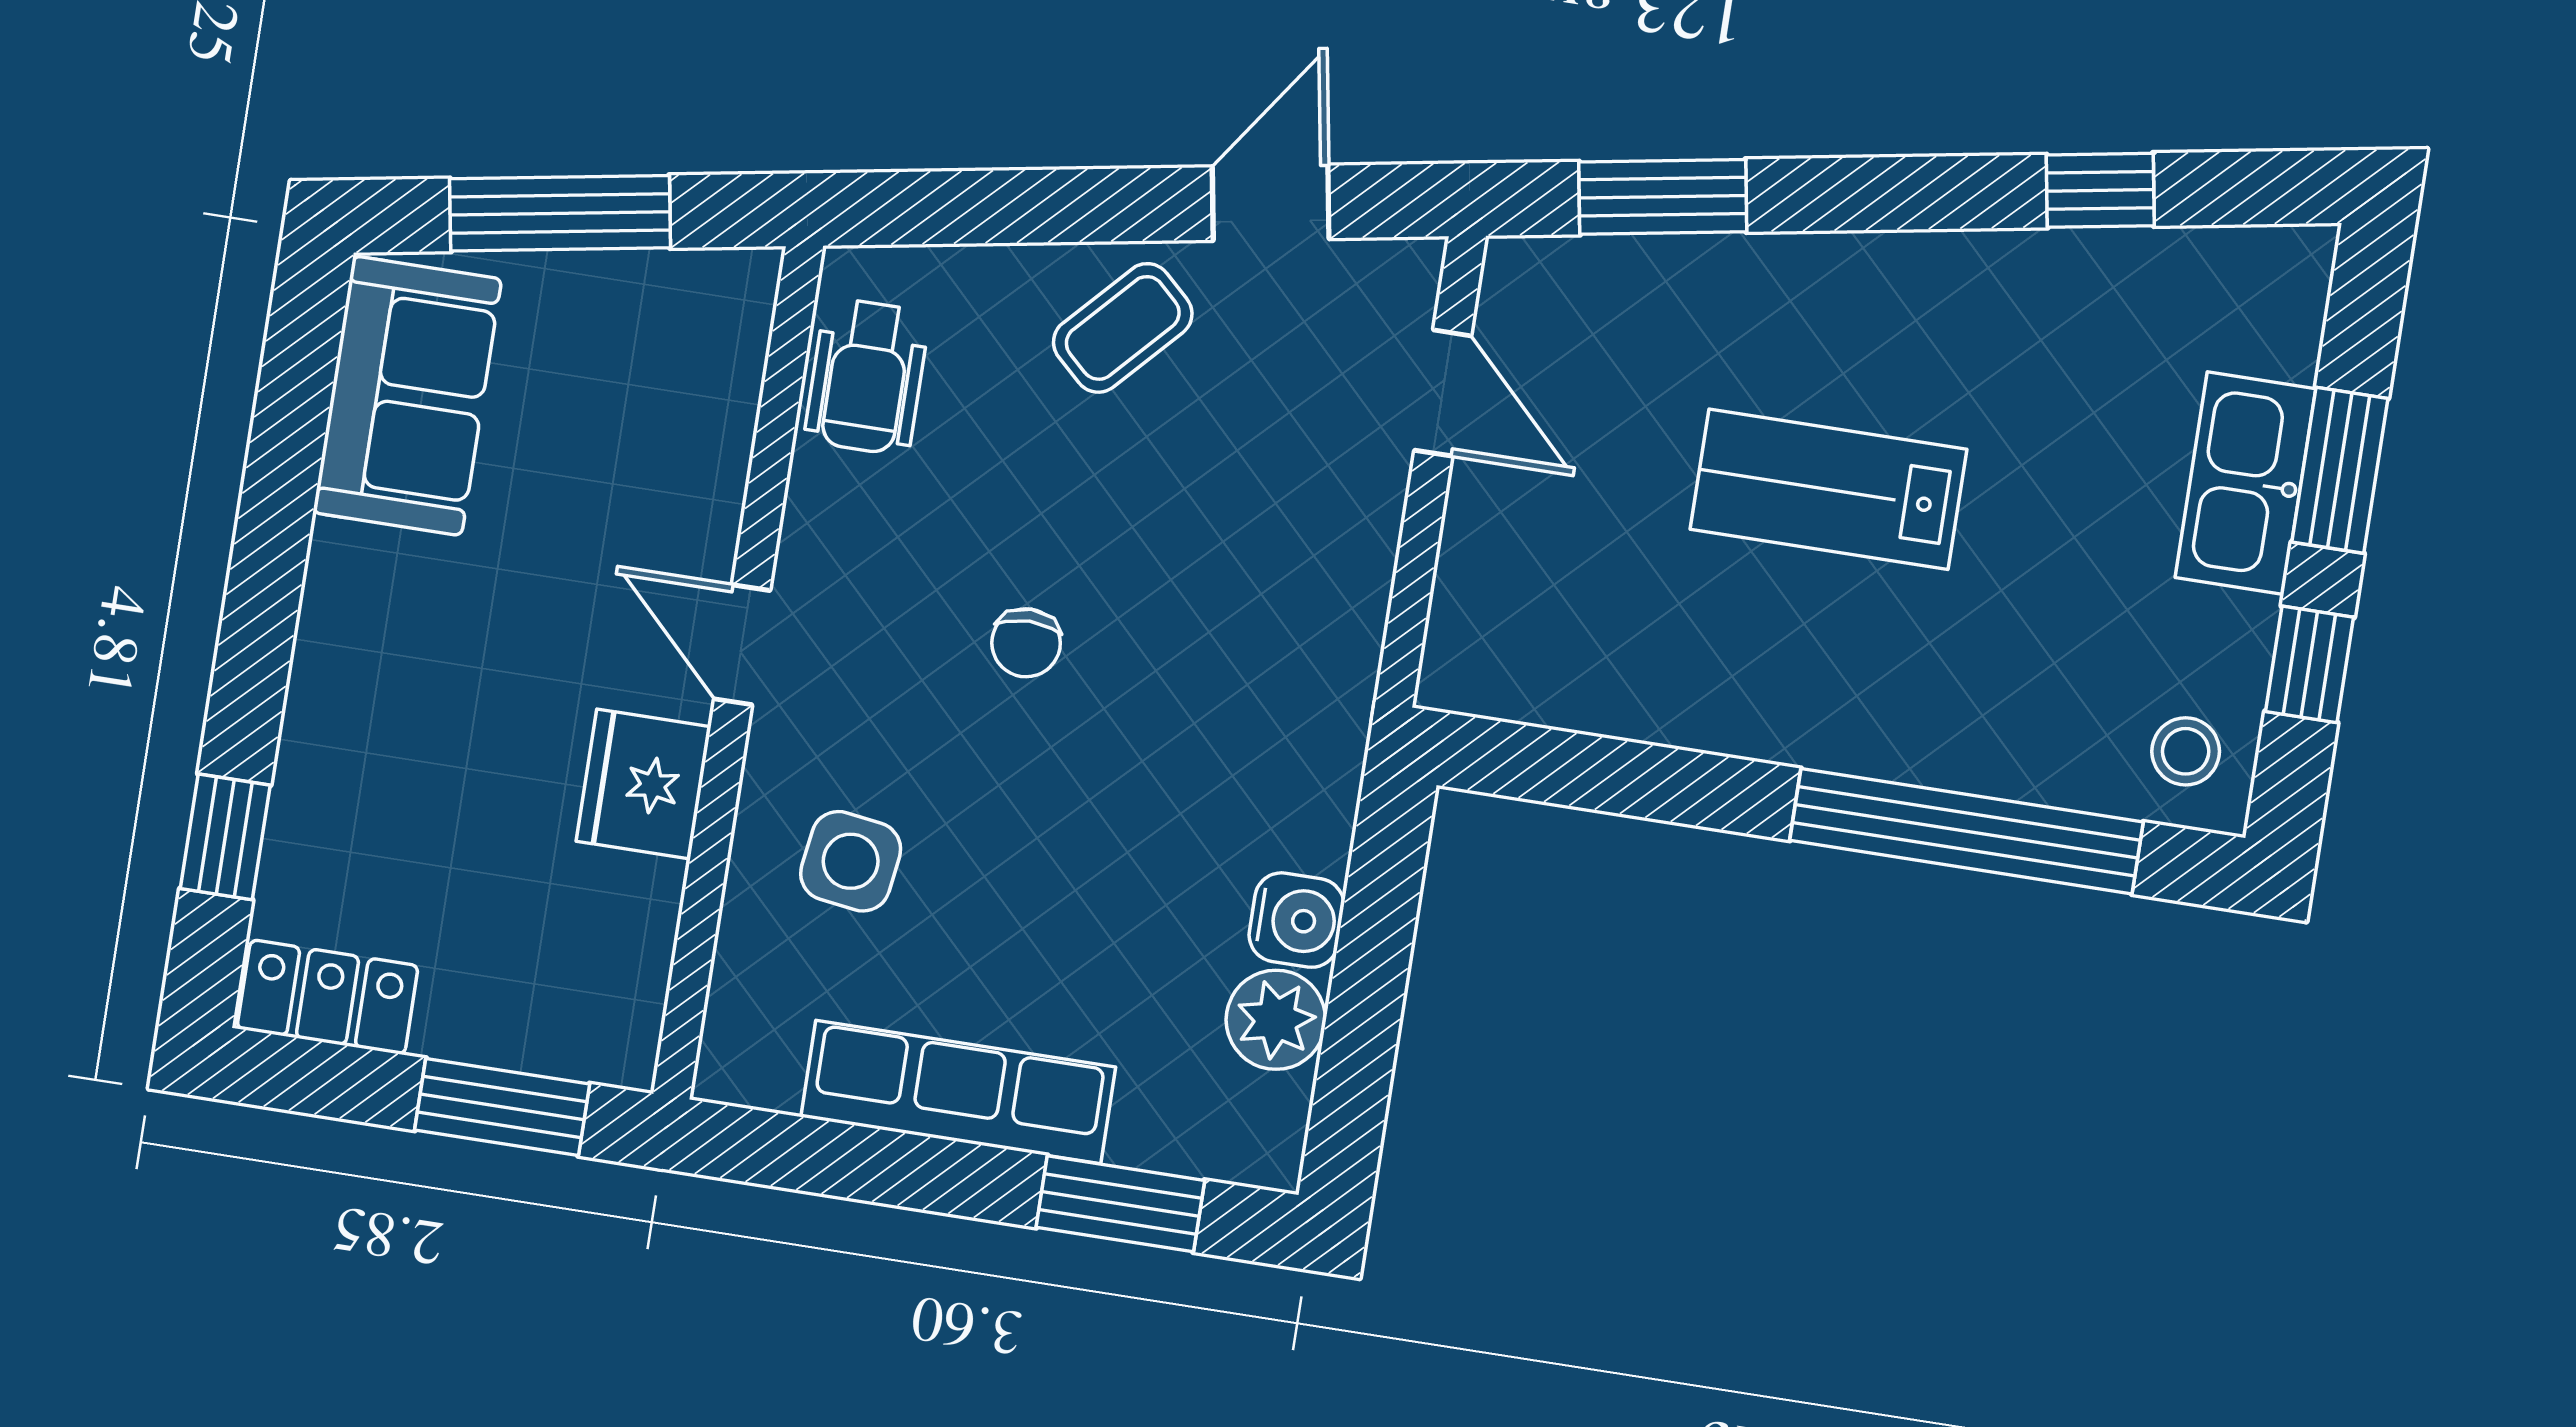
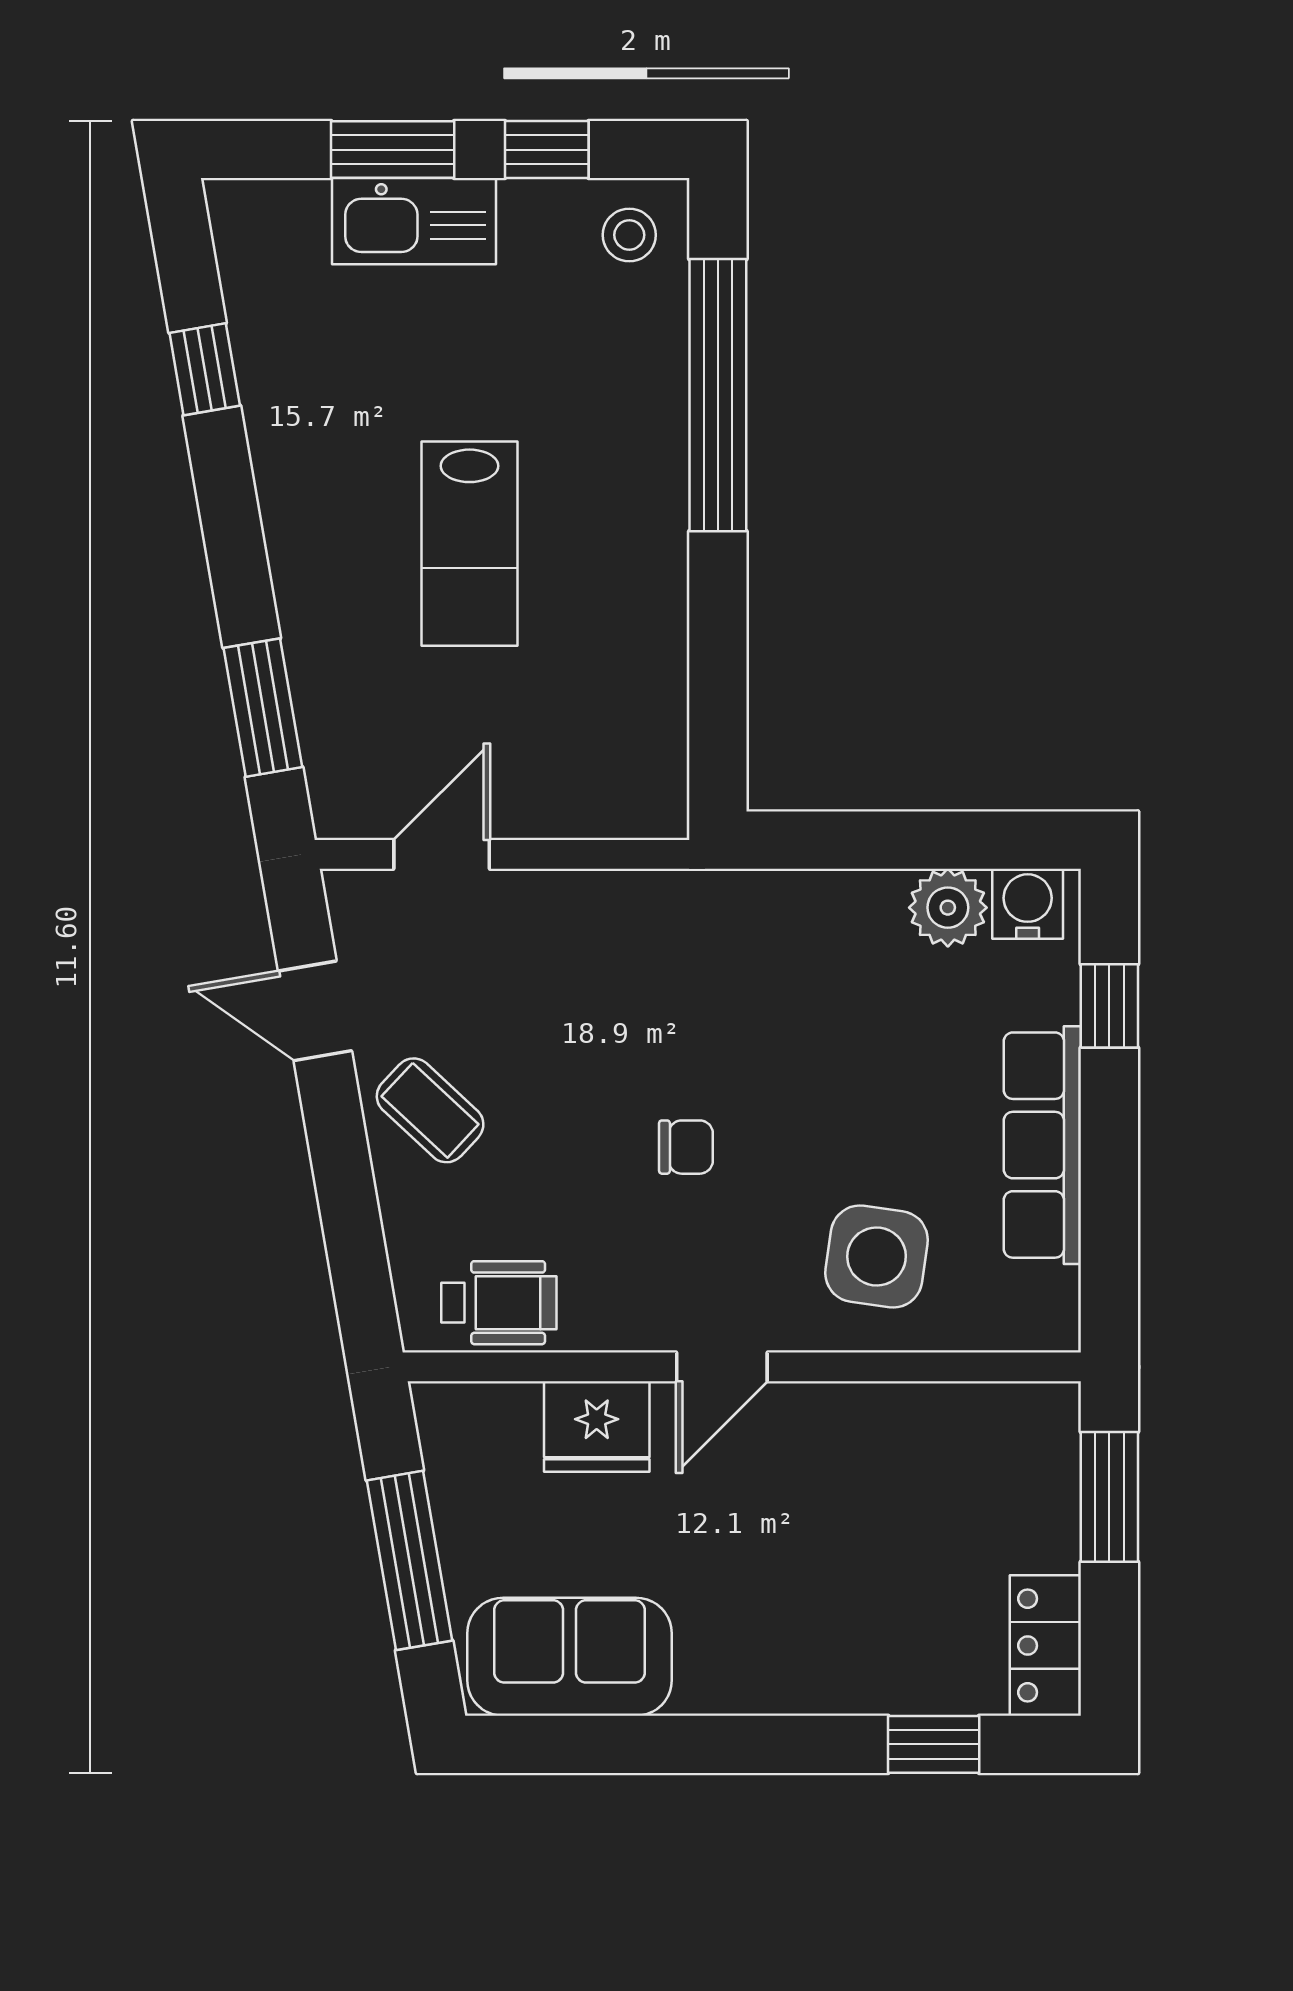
fridge: (643, 784) -> (597, 1426), moved
side table: (851, 861) -> (877, 1257), width x1.37, depth x1.37
water cooler: (1297, 920) -> (1028, 904), moved
window: (1120, 1204) -> (1109, 1006), width x0.67

